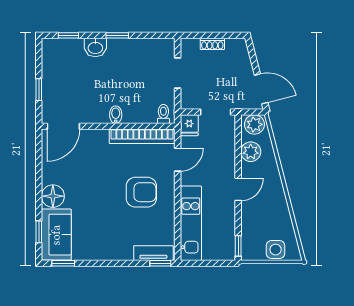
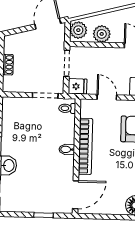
doorway: (178, 73) -> (45, 95), moved
door: (63, 126) -> (75, 195), hinge flipped
bookcase: (142, 136) -> (85, 146), moved

